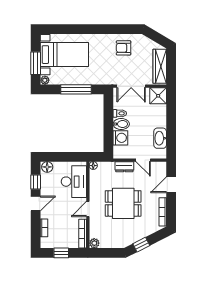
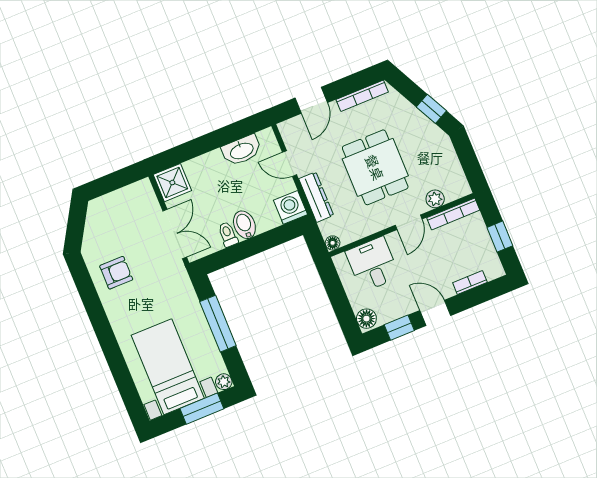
armchair: (124, 48) -> (116, 273), turned -90
wardrobe: (160, 66) -> (122, 200), removed
washing machine: (120, 138) -> (290, 207), moved
door: (143, 160) -> (290, 164), swing flipped
dresser: (124, 167) -> (316, 197), width x1.44
desk: (74, 182) -> (373, 264), width x0.73
door: (171, 185) -> (311, 100), hinge flipped
door: (88, 209) -> (409, 222), hinge flipped
plant: (94, 243) -> (435, 199), moved

